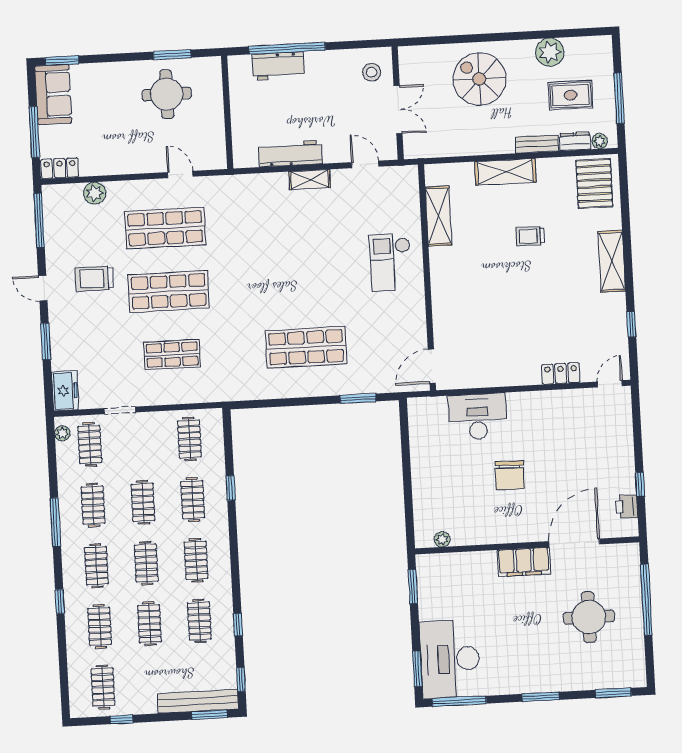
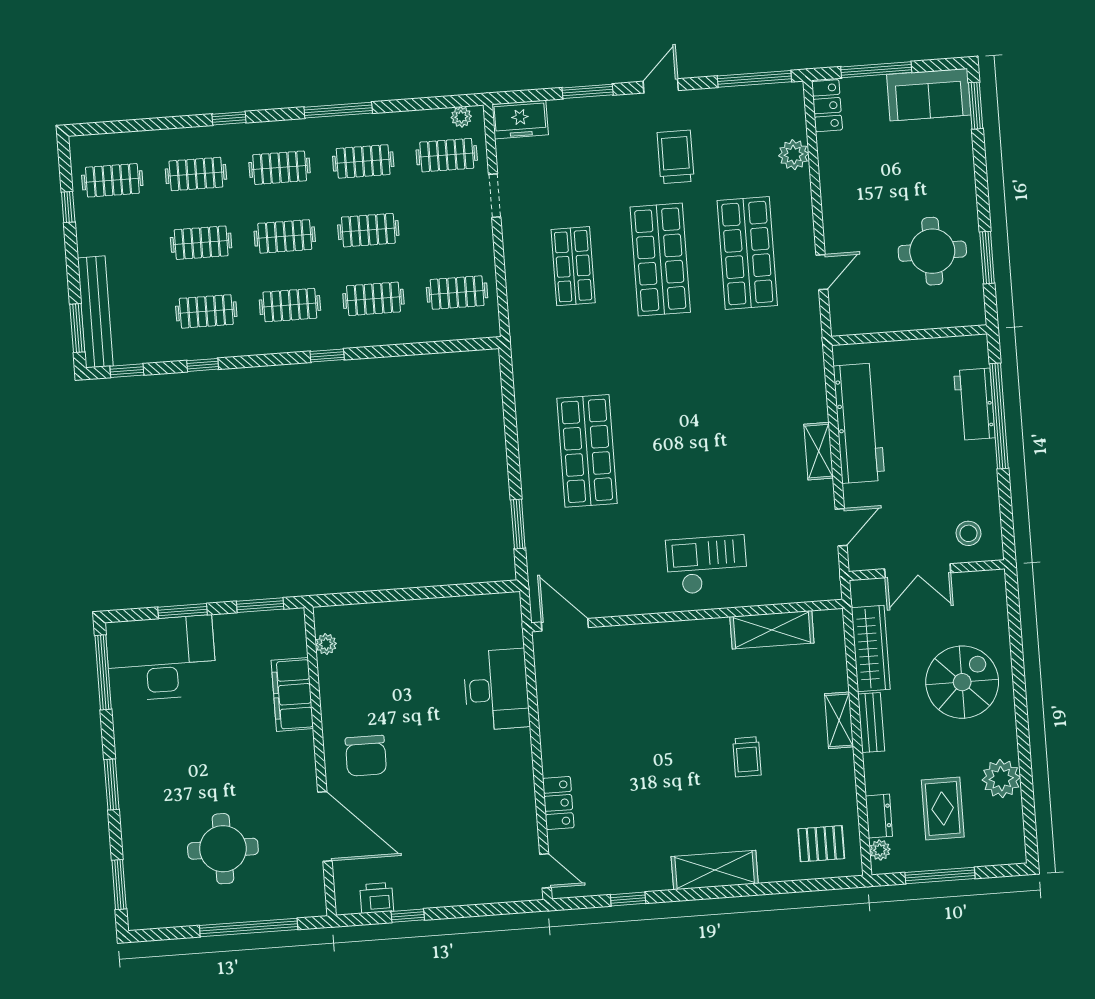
bench: (537, 144) -> (871, 722), moved
wardrobe: (454, 145) -> (871, 648), added
workbench: (290, 154) -> (859, 423), width x1.36, depth x1.32
shelving: (505, 172) -> (839, 720), width x0.67, depth x0.75
pallet: (594, 184) -> (821, 844), width x0.67, depth x0.71
trolley: (530, 236) -> (747, 757), turned 180
chair: (510, 475) -> (366, 756), moved, turned -91
window: (231, 488) -> (327, 356), moved
filing cabinet: (524, 562) -> (292, 694), moved
window: (417, 669) -> (183, 611), moved

